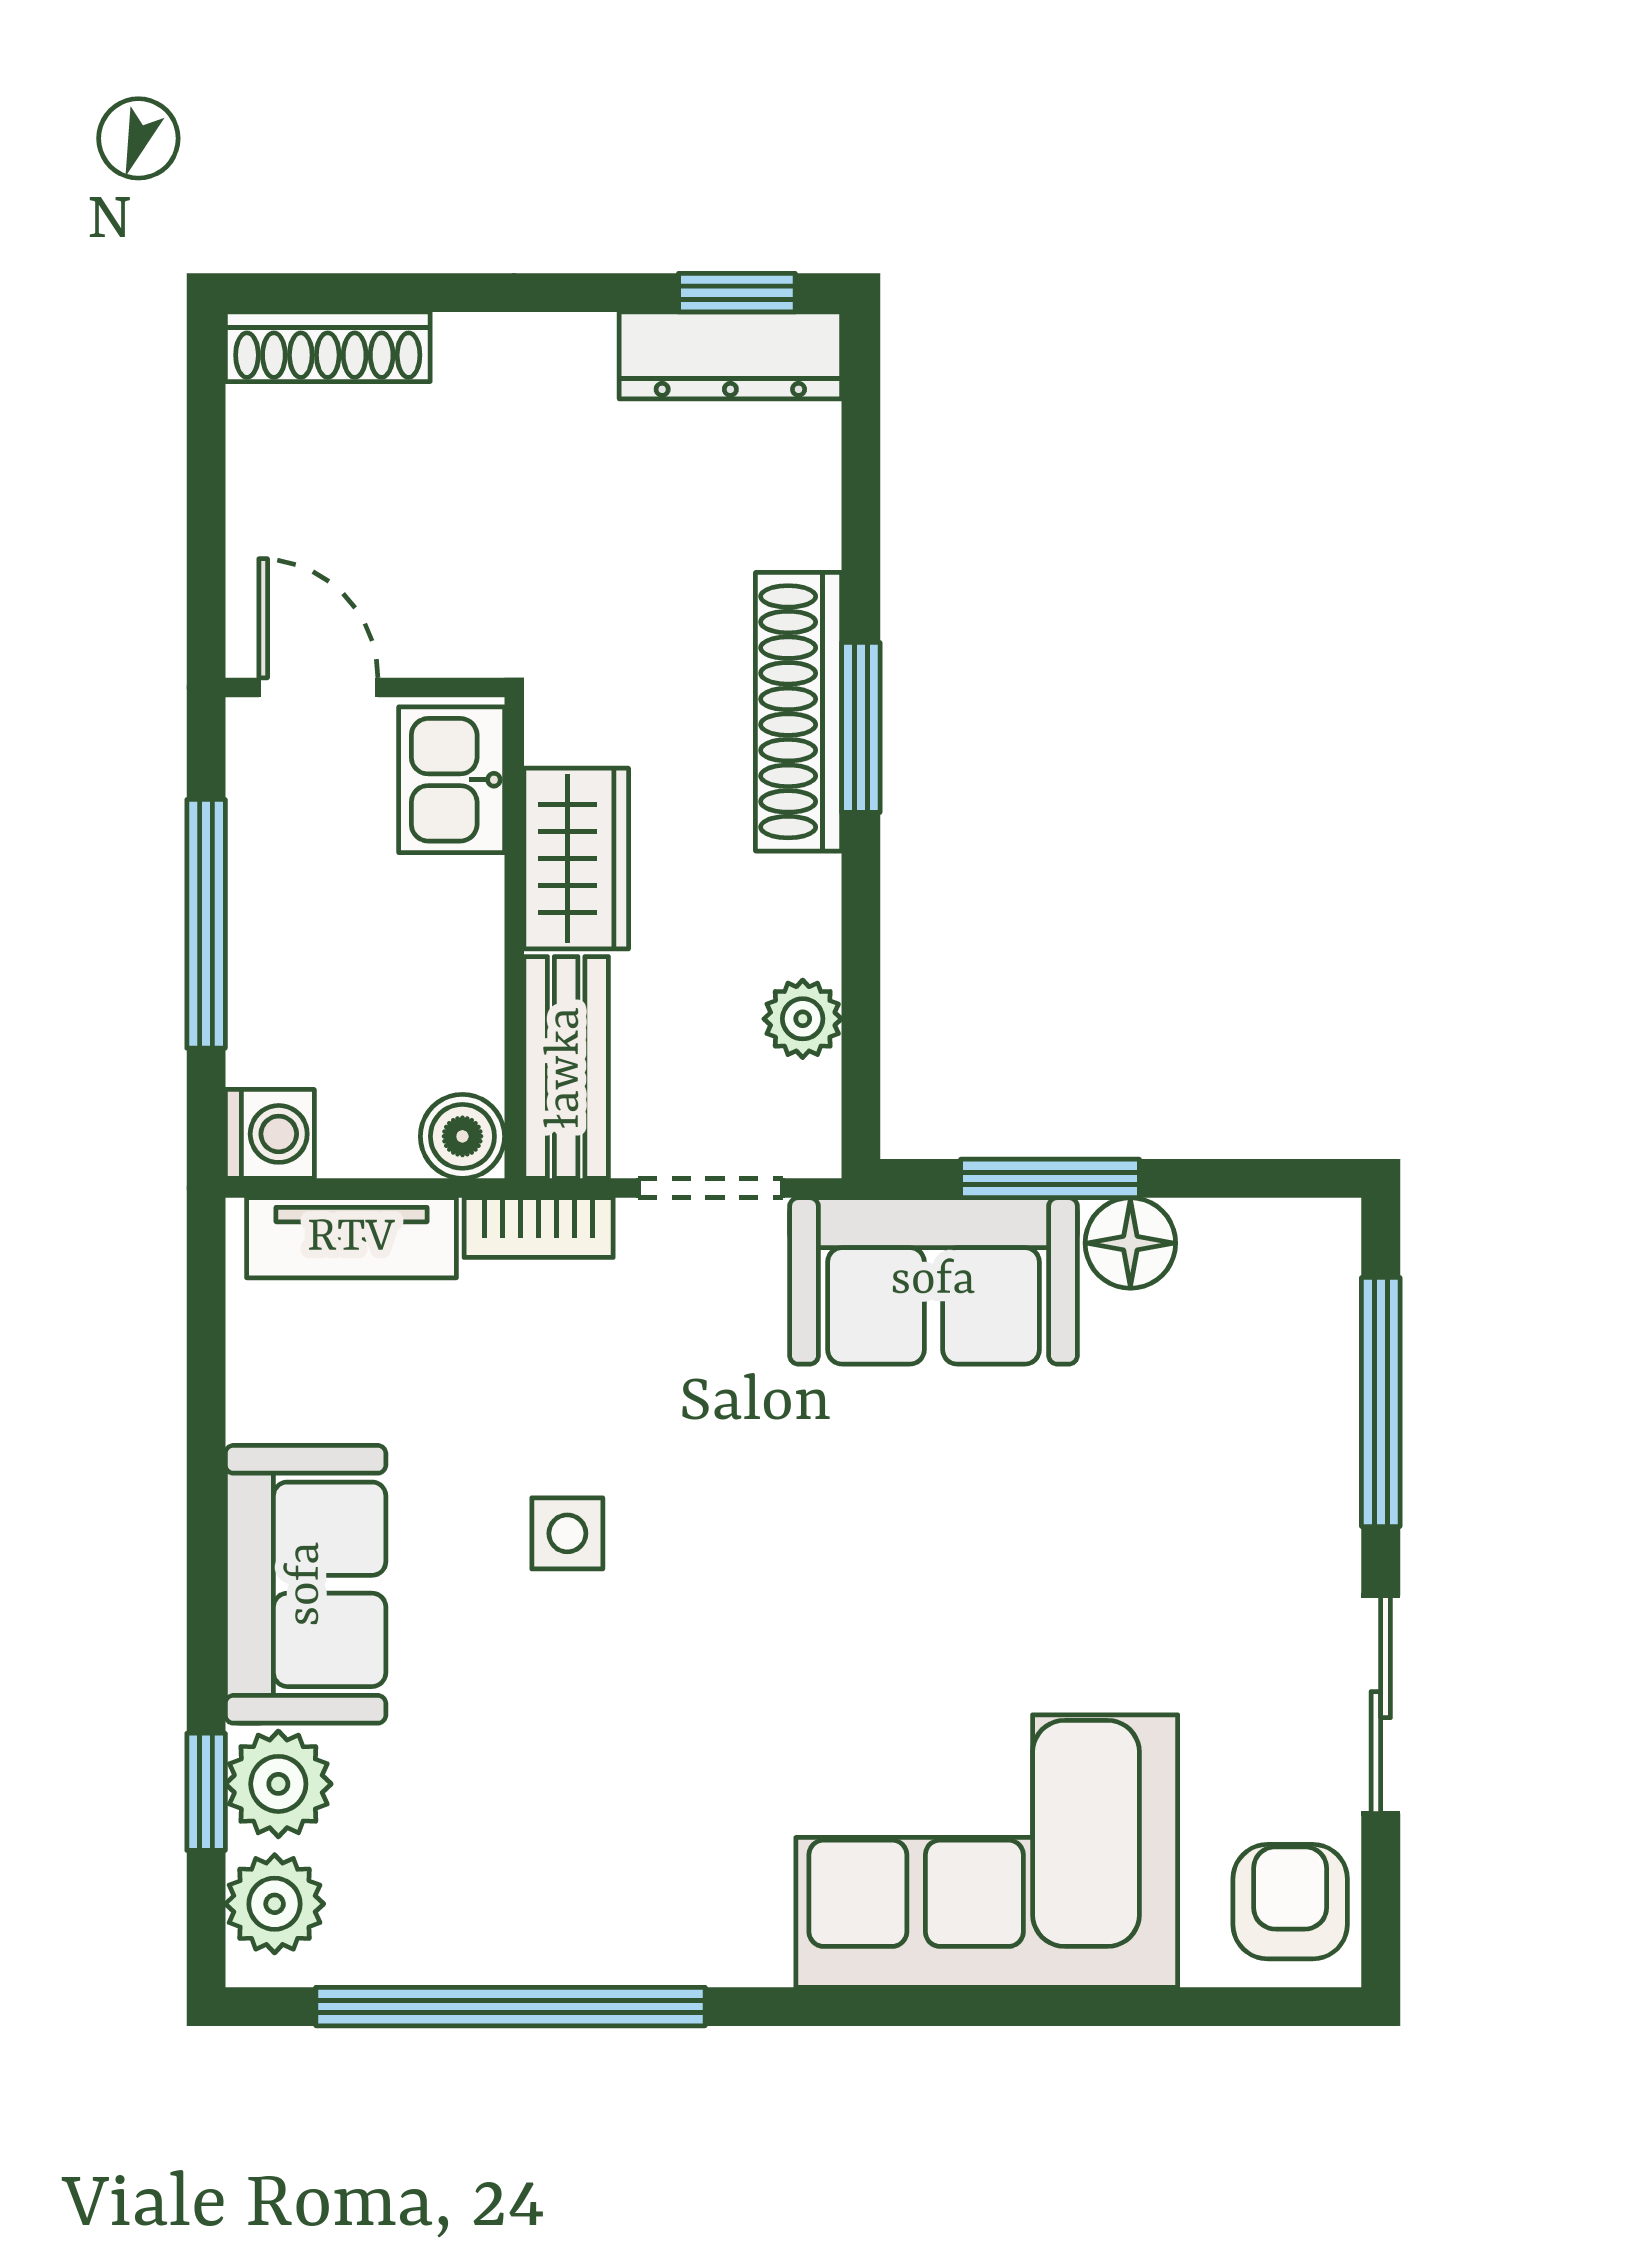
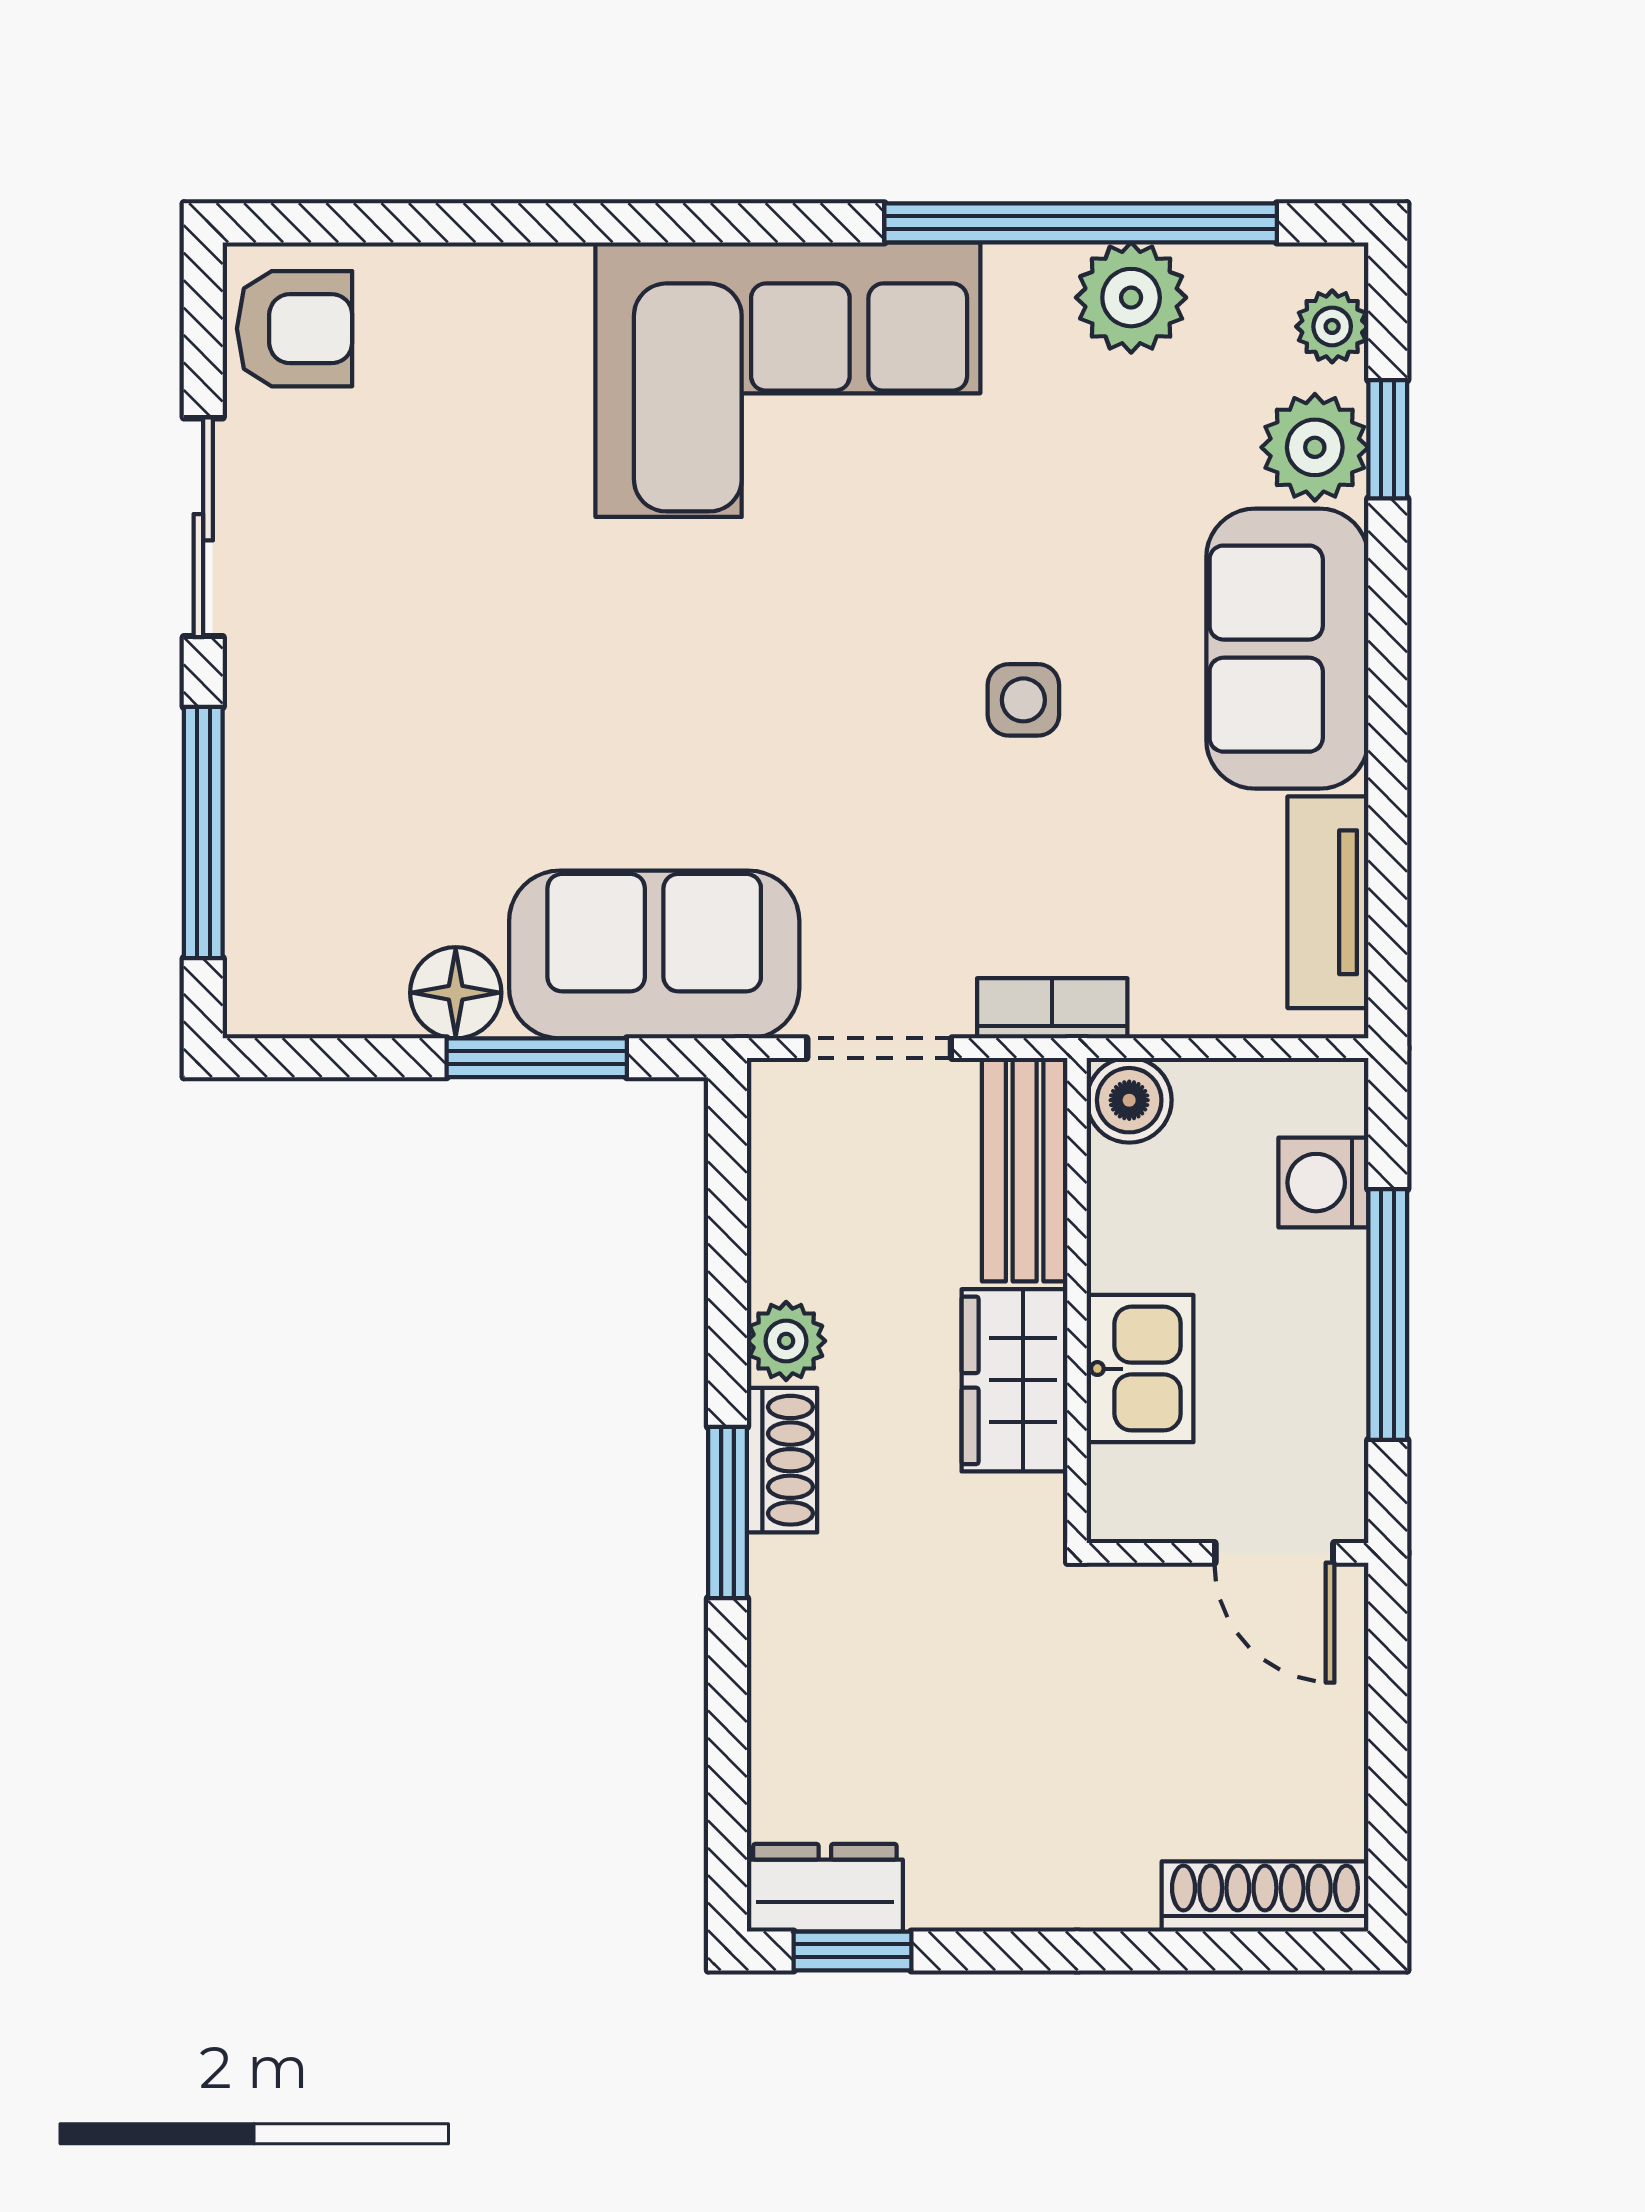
dresser: (730, 355) -> (825, 1888), width x0.70
shoe rack: (799, 712) -> (782, 1460), width x0.51, depth x0.81
kitchen sink: (452, 780) -> (1140, 1369), moved
plant: (803, 1019) -> (786, 1341), moved
washing machine: (270, 1134) -> (1323, 1183), moved
tv unit: (351, 1238) -> (1328, 902), moved, turned -90
corner sofa: (987, 1851) -> (788, 380), moved
armchair: (1290, 1902) -> (295, 329), turned -90
plant: (275, 1904) -> (1332, 326), width x0.73, depth x0.73
plant: (461, 1932) -> (1131, 298), added

